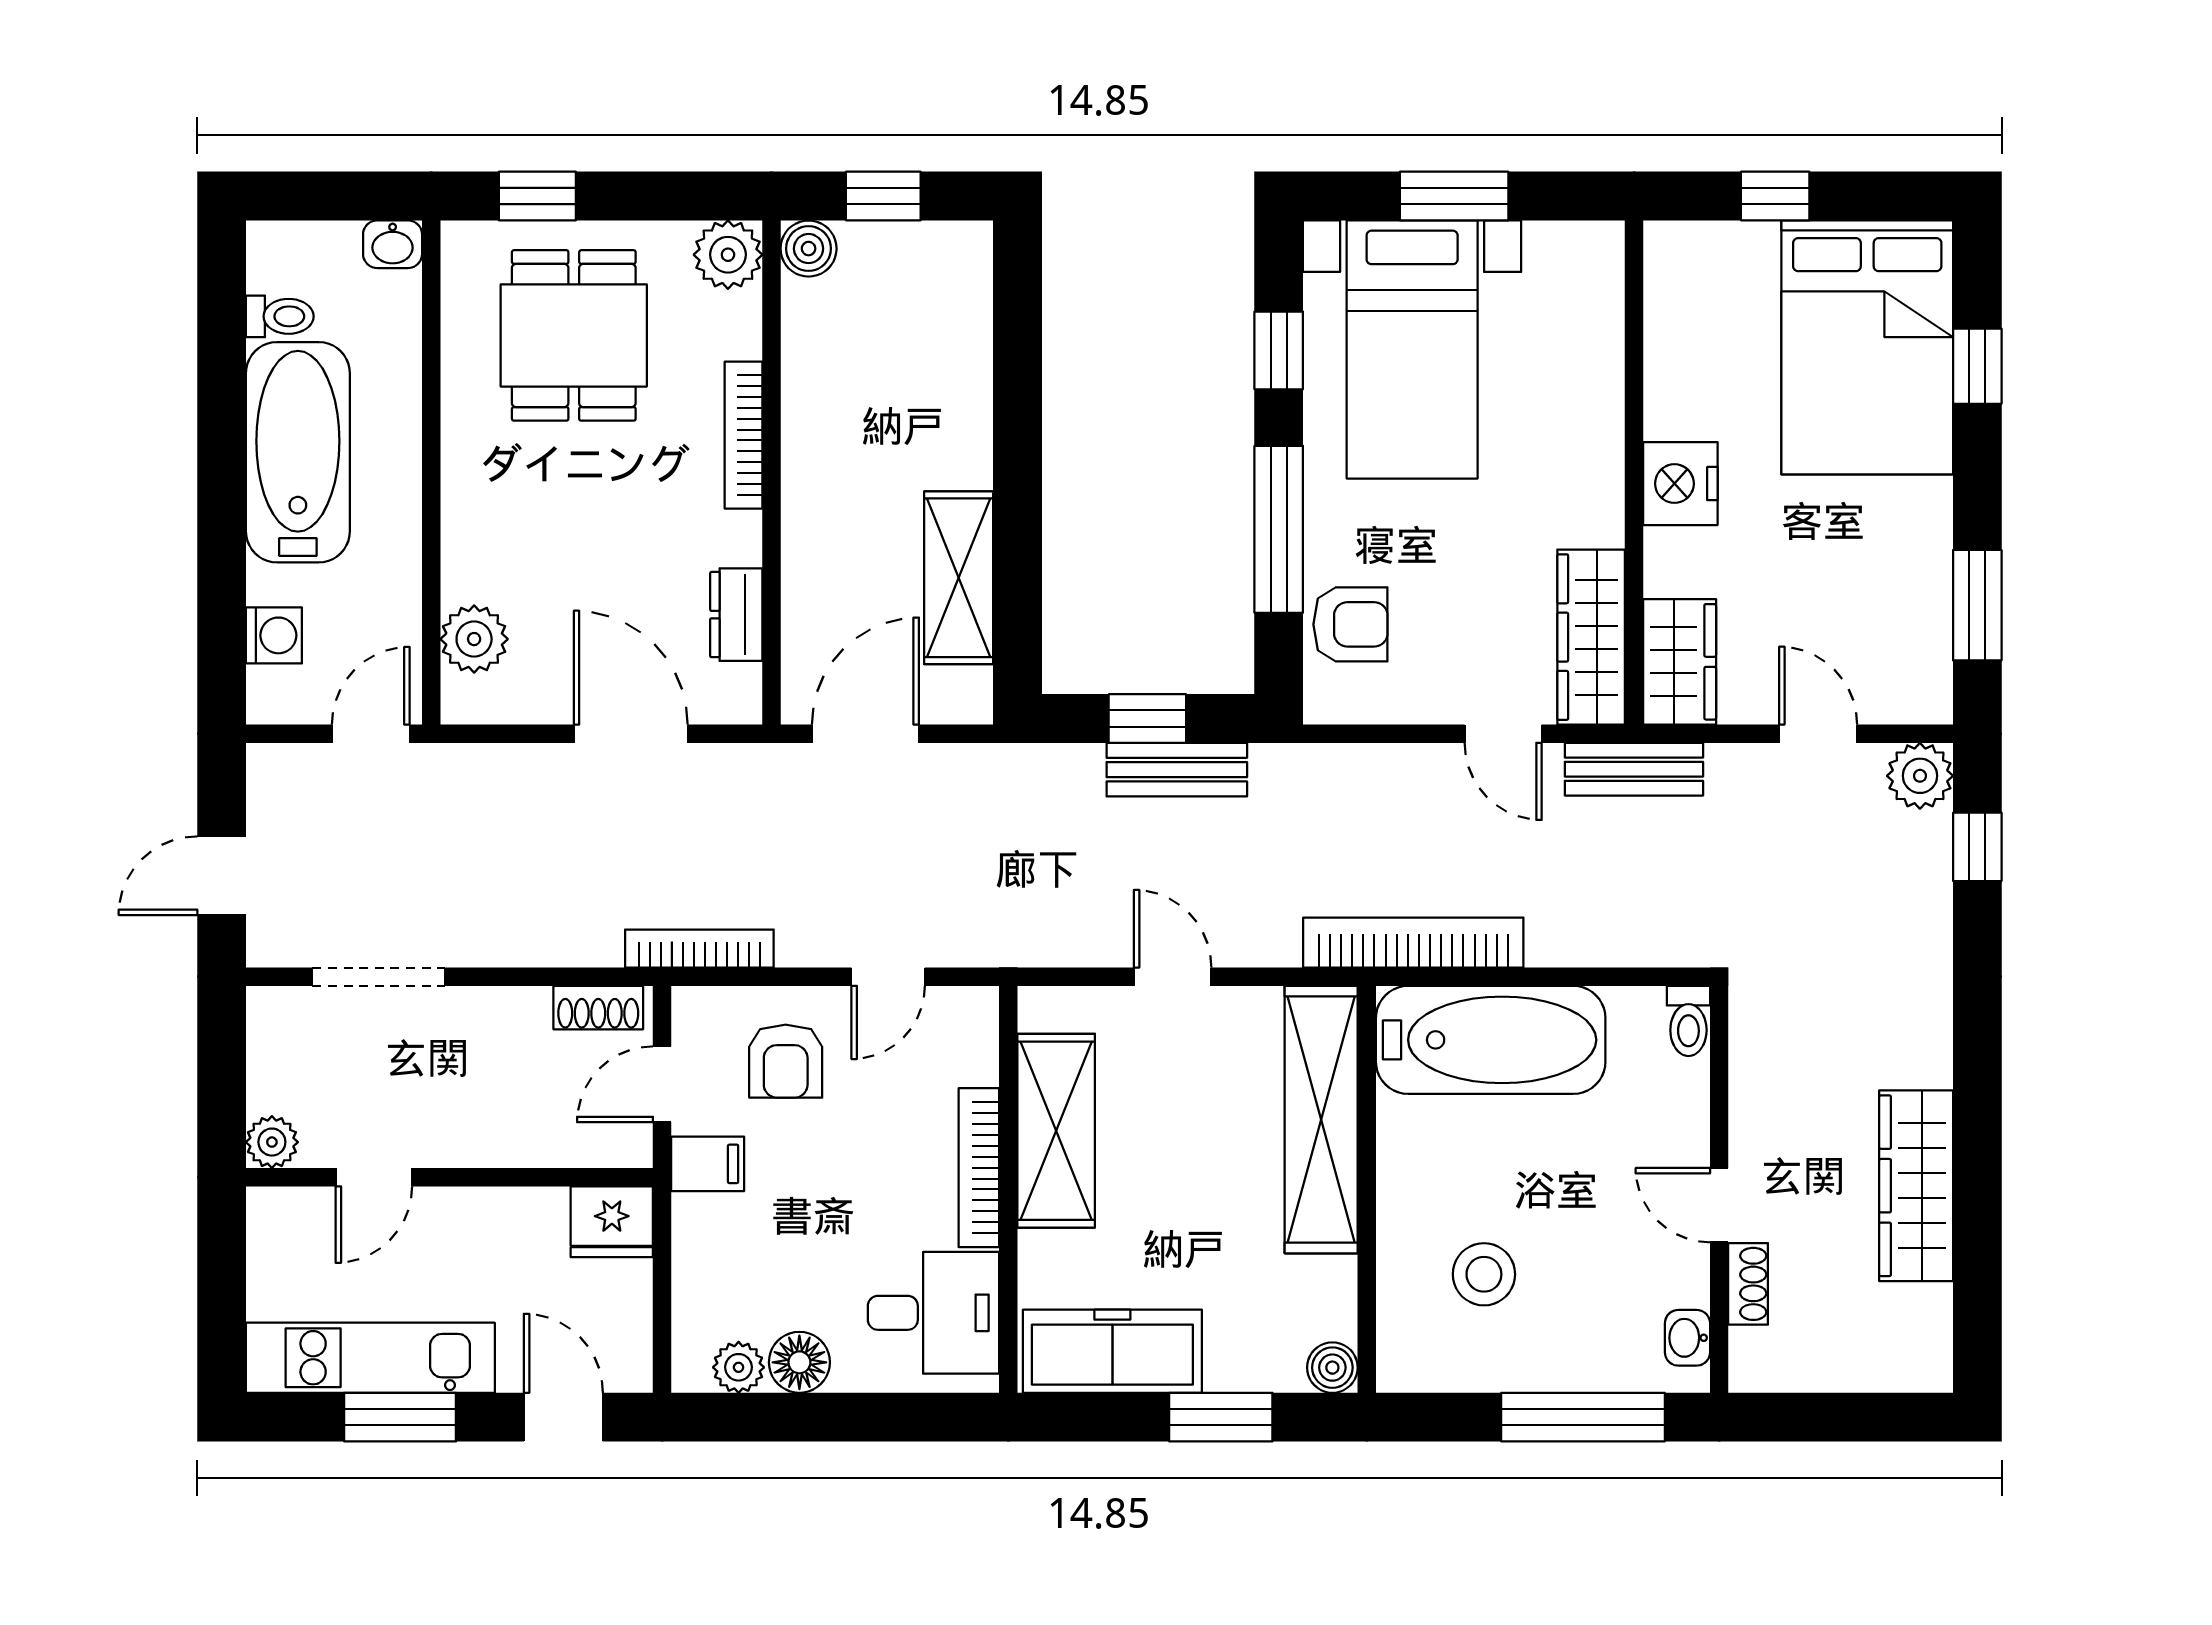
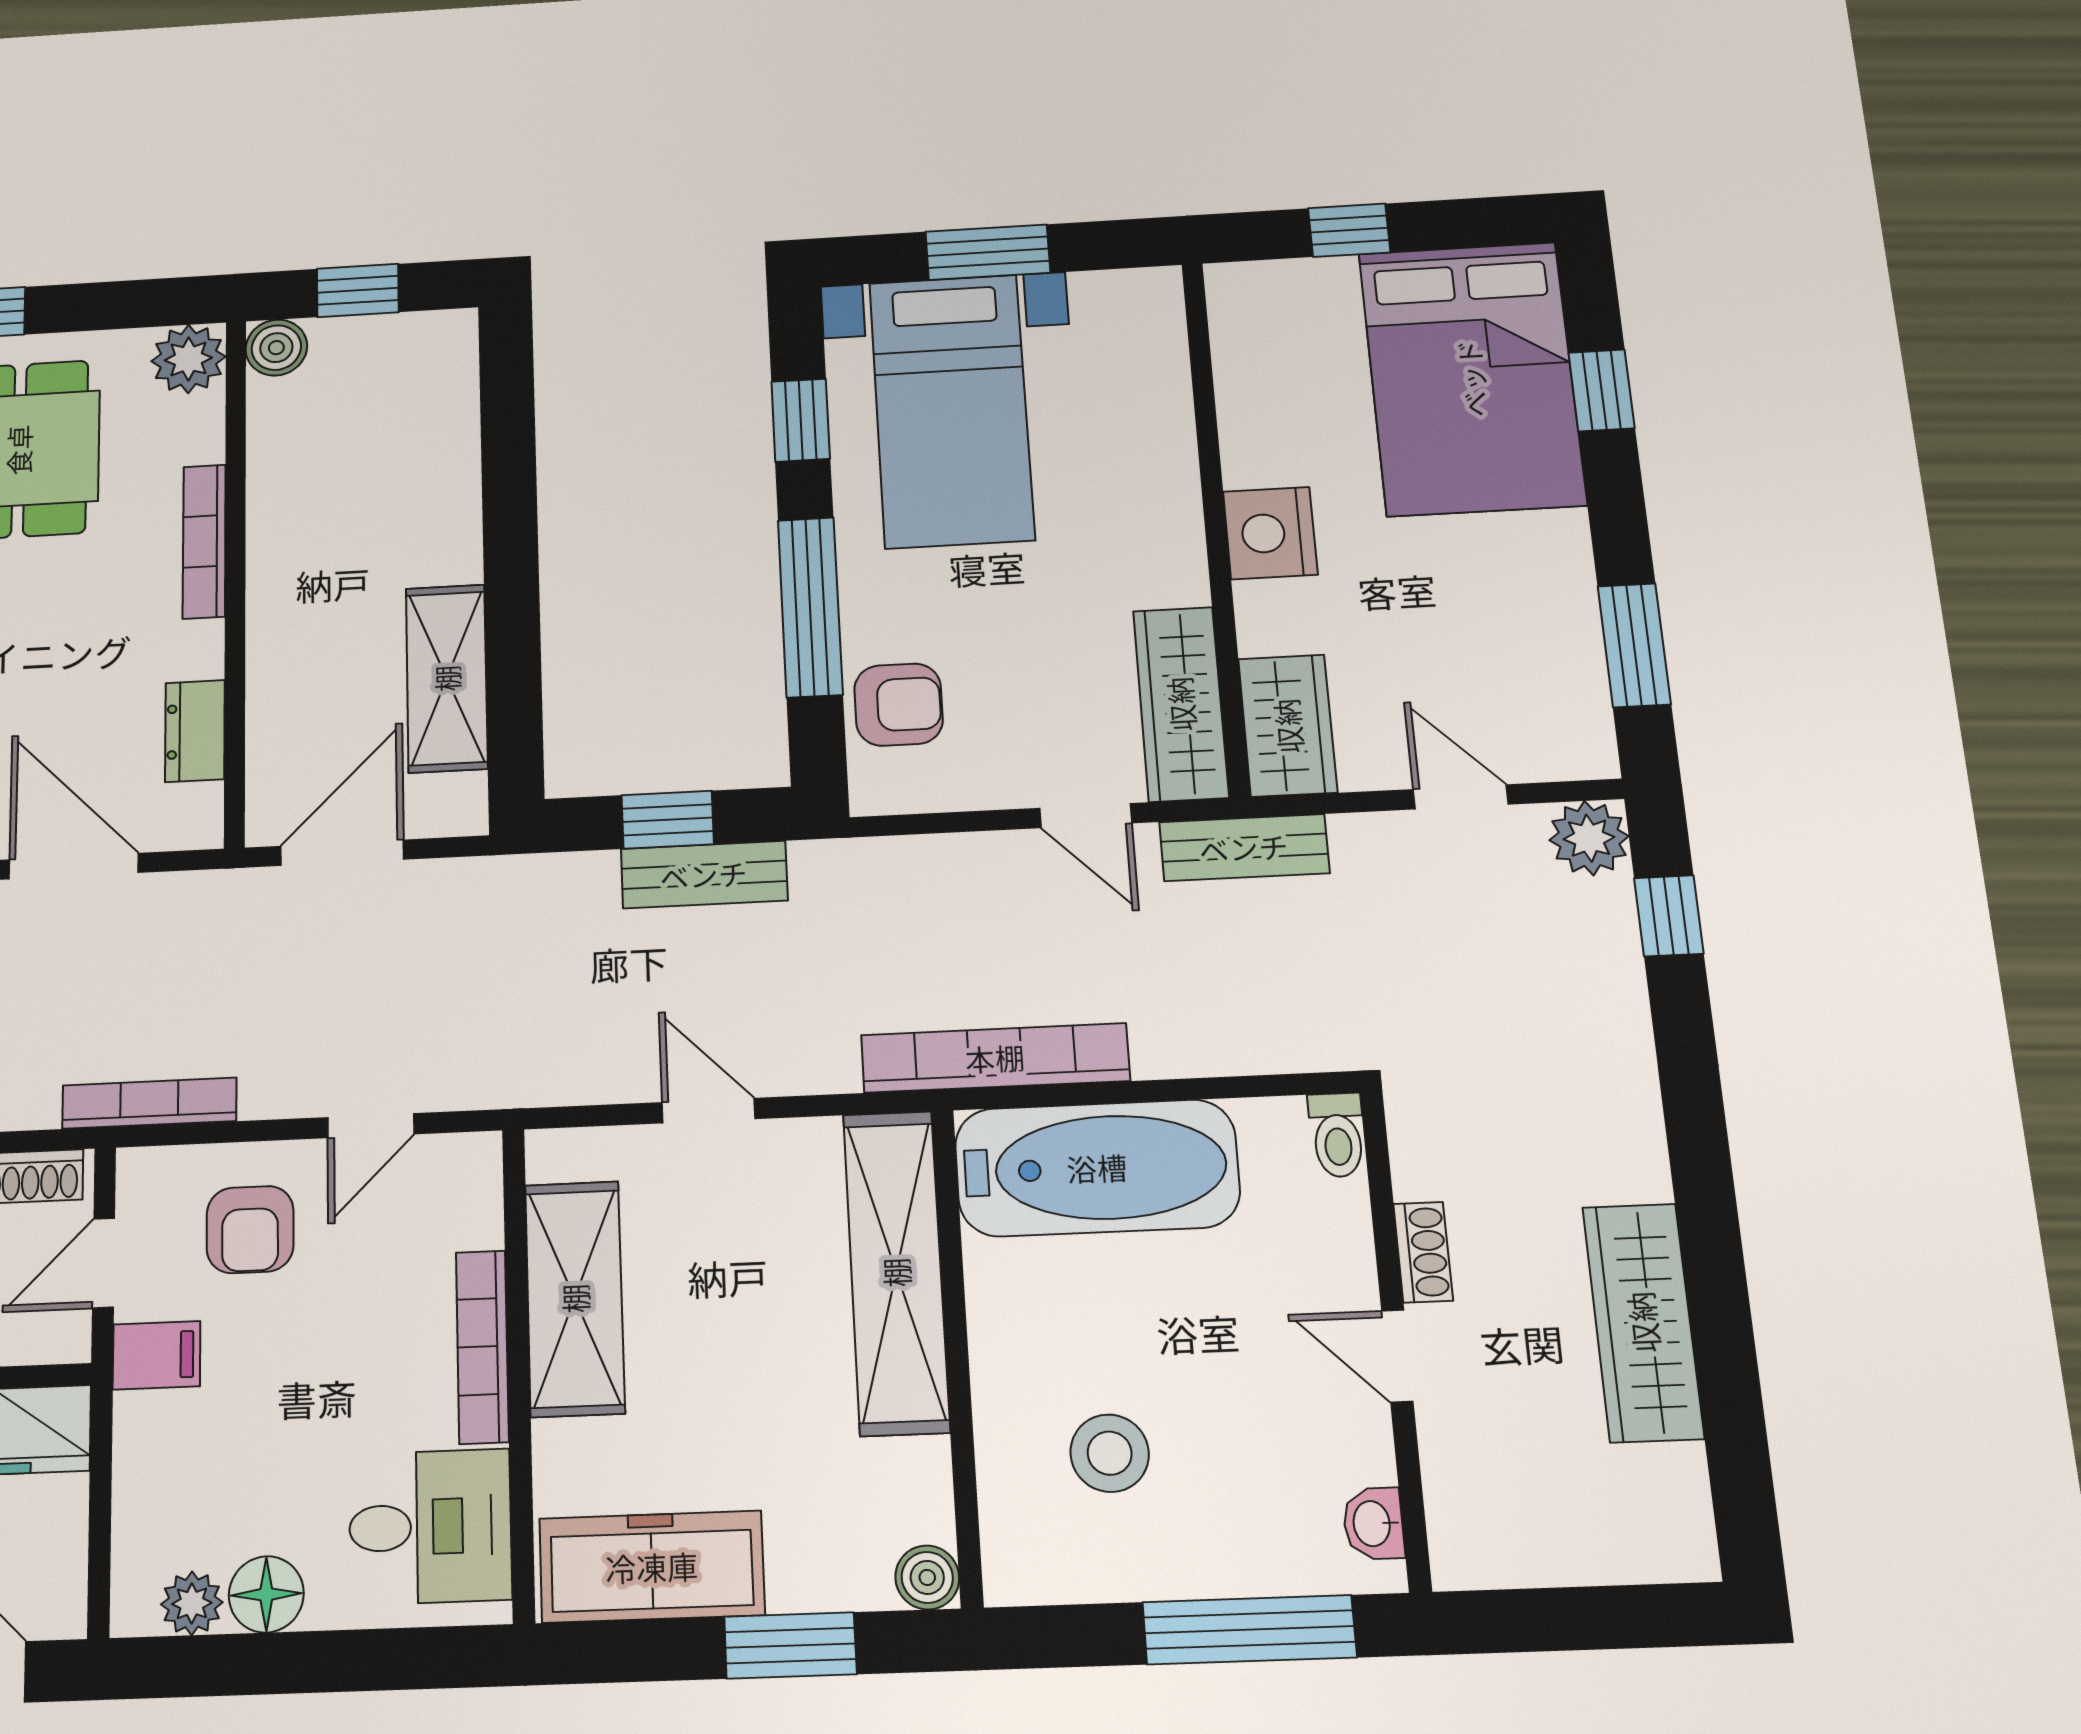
shoe rack: (1748, 1284) -> (1423, 1252), moved

